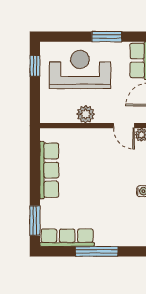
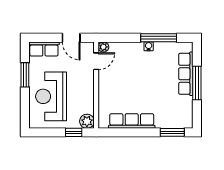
window: (35, 66) -> (74, 132), moved
plant: (86, 114) -> (87, 121), moved
row of seats: (67, 238) -> (186, 74), moved

